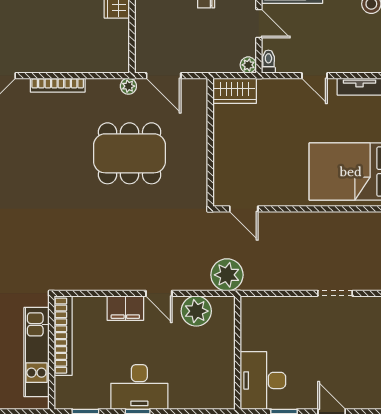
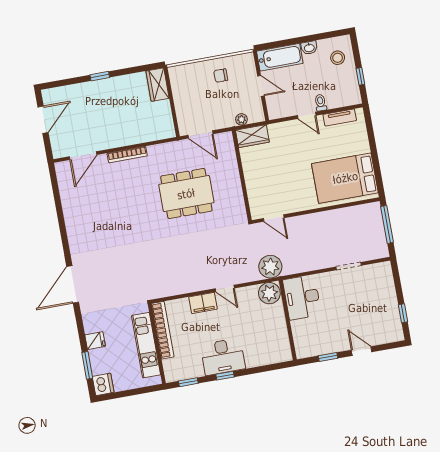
toilet: (268, 62) -> (321, 103), moved
plant: (248, 65) -> (241, 119), moved
plant: (128, 86) -> (177, 146), removed
plant: (196, 311) -> (269, 293), moved
desk: (263, 380) -> (302, 297), moved

